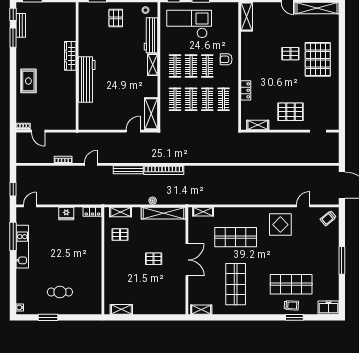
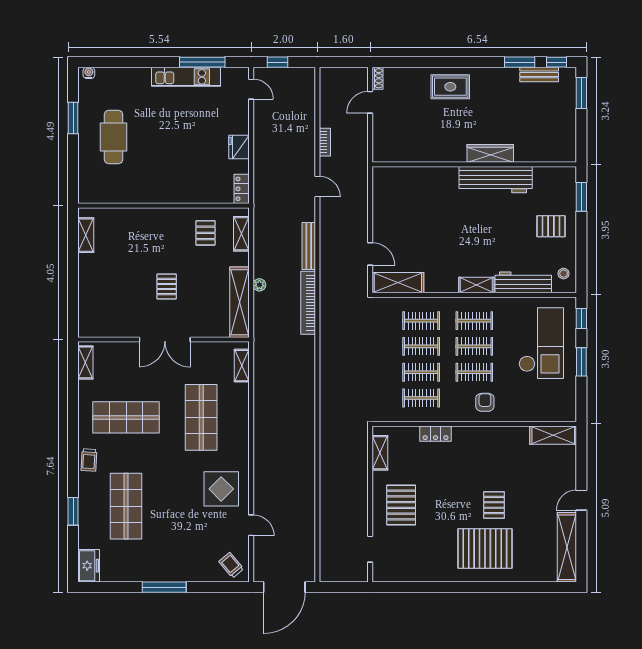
workbench: (87, 80) -> (496, 180), moved
cafe table: (60, 292) -> (114, 137), width x1.37, depth x1.35
trolley: (291, 305) -> (89, 460), moved

